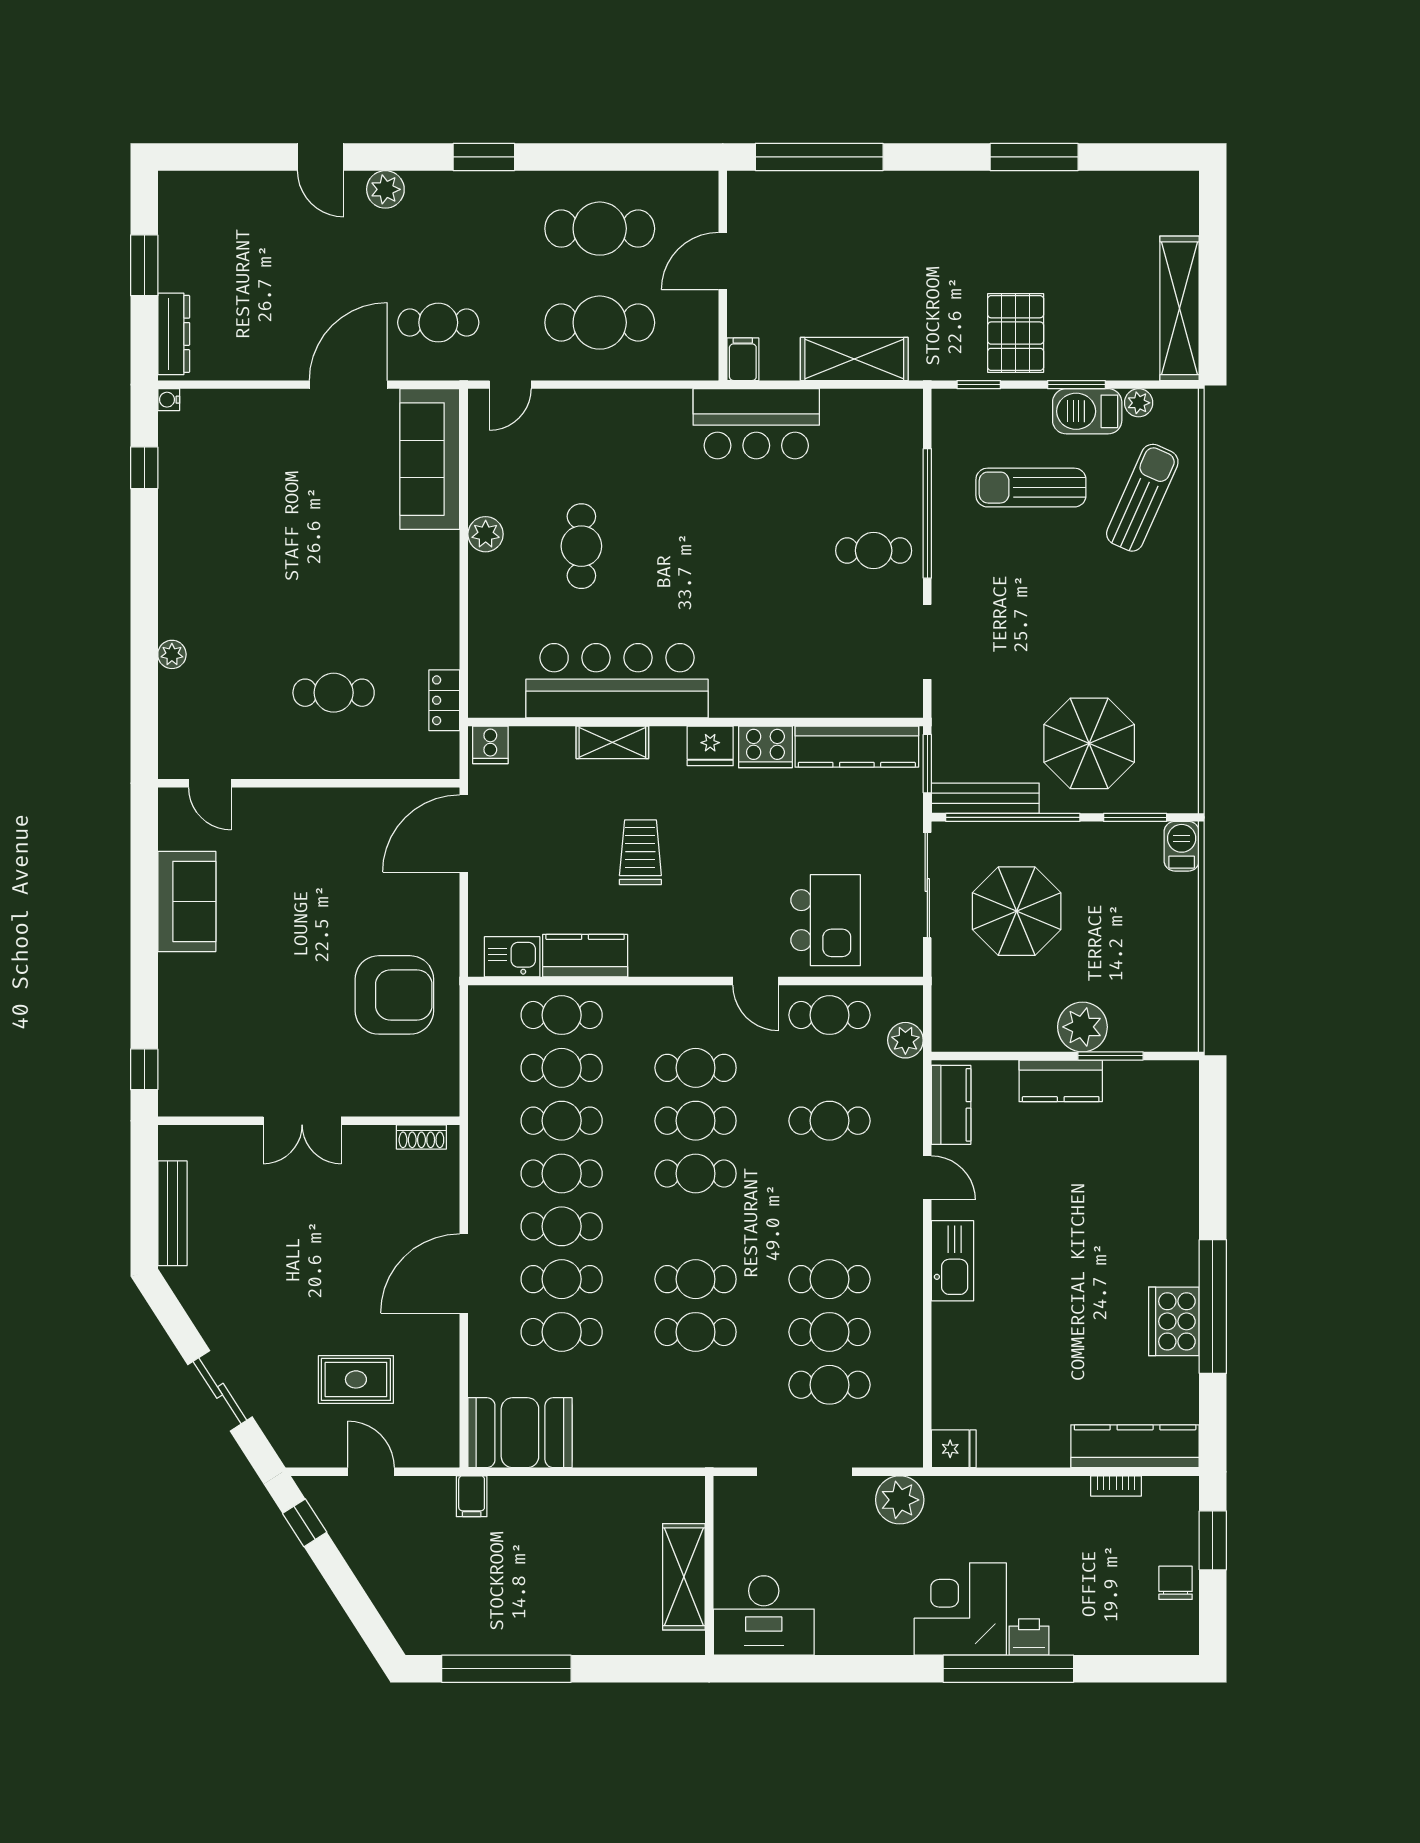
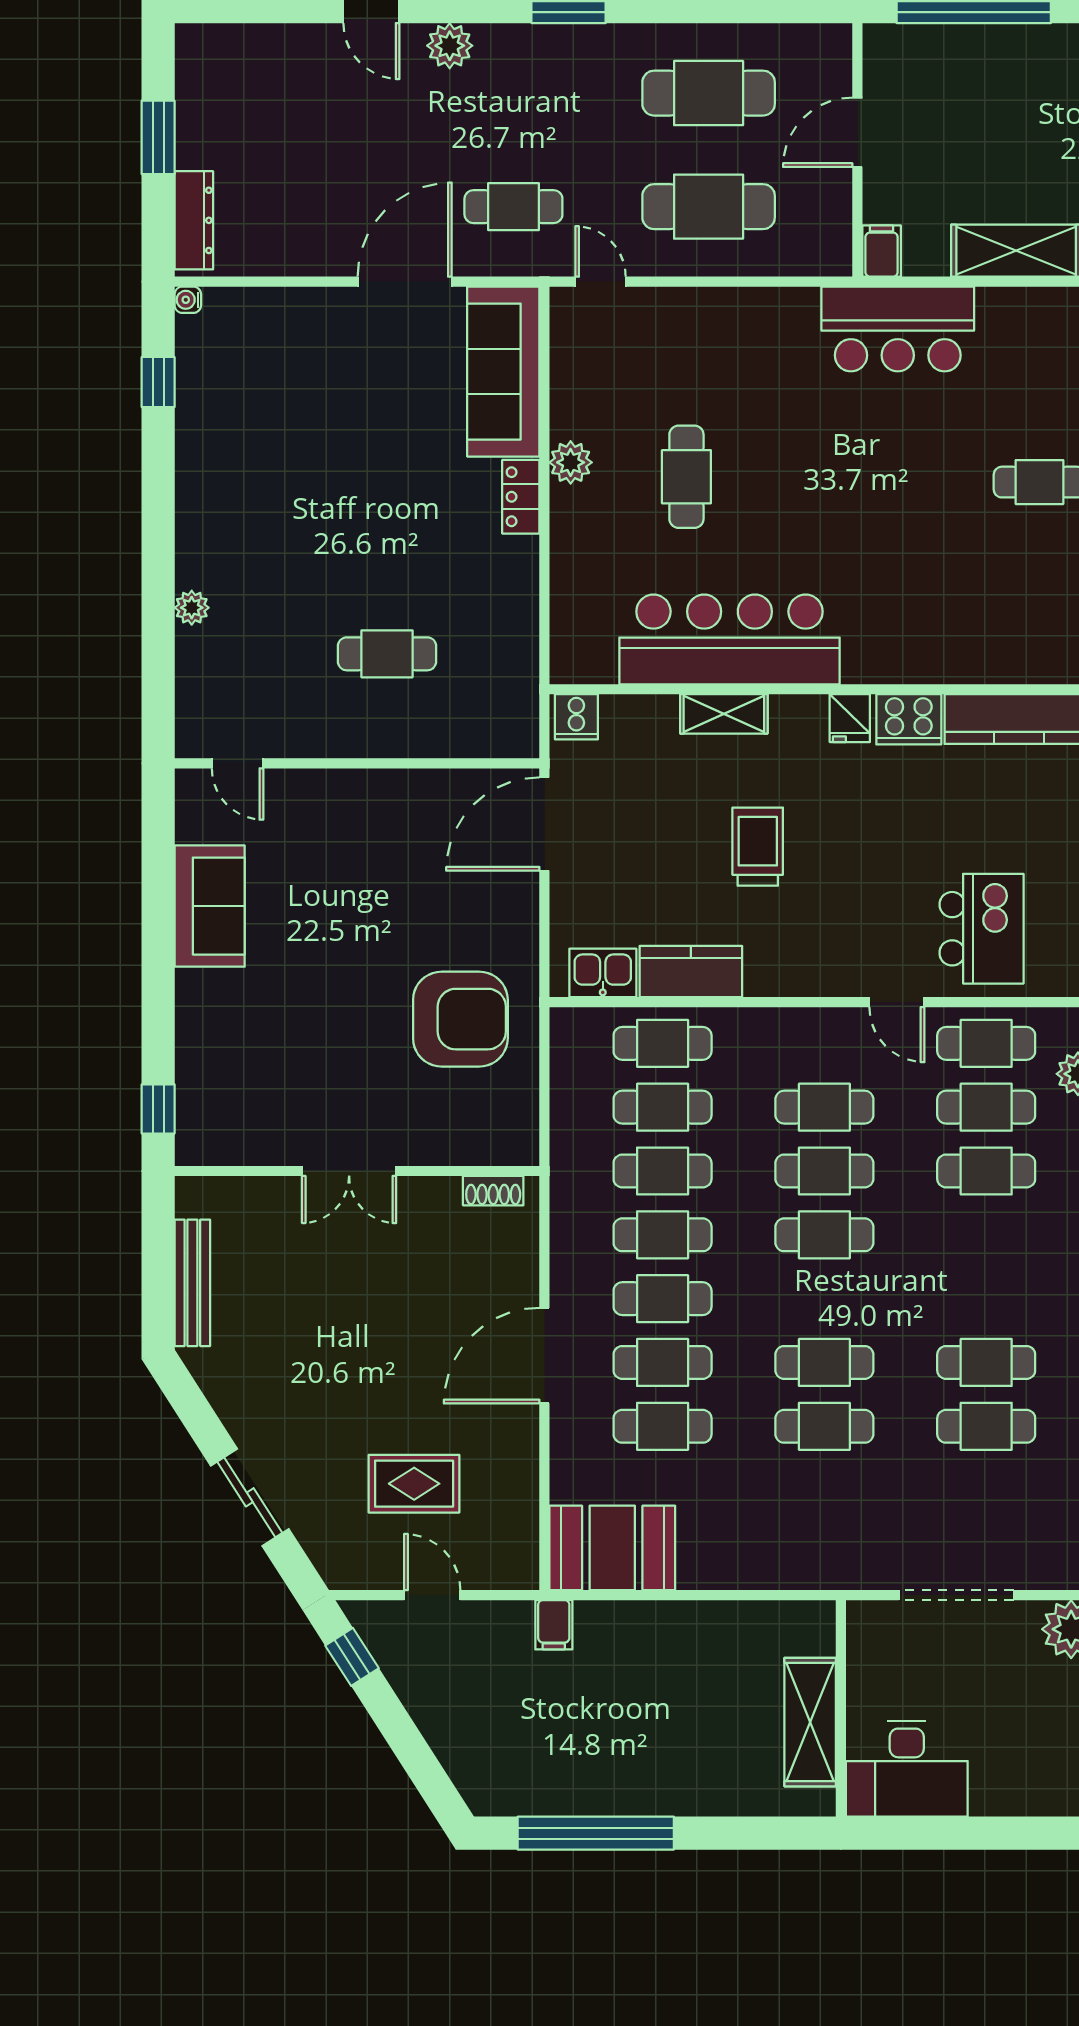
door: (510, 385) -> (601, 282), swing flipped
locker: (444, 700) -> (521, 497), moved
fridge: (710, 746) -> (850, 718), width x0.72
cafe table: (829, 1385) -> (986, 1107), moved

